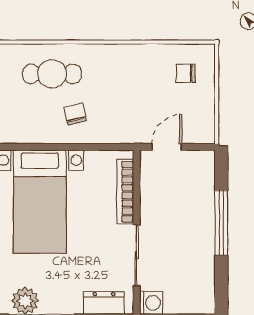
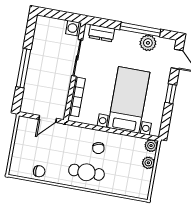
cafe table: (52, 74) -> (86, 172), moved
chair: (186, 74) -> (39, 171), moved

